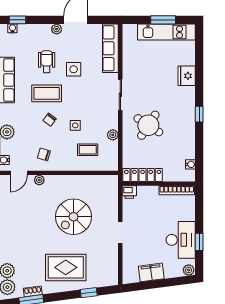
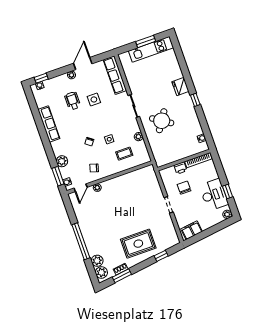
fridge: (187, 76) -> (180, 87), moved
coffee table: (47, 93) -> (81, 124), removed
locker: (143, 175) -> (170, 158), removed
printer: (129, 192) -> (180, 168), moved
spiral stairs: (73, 217) -> (131, 205), removed
chair: (147, 218) -> (184, 188), added
filing cabinet: (151, 272) -> (192, 230), moved

